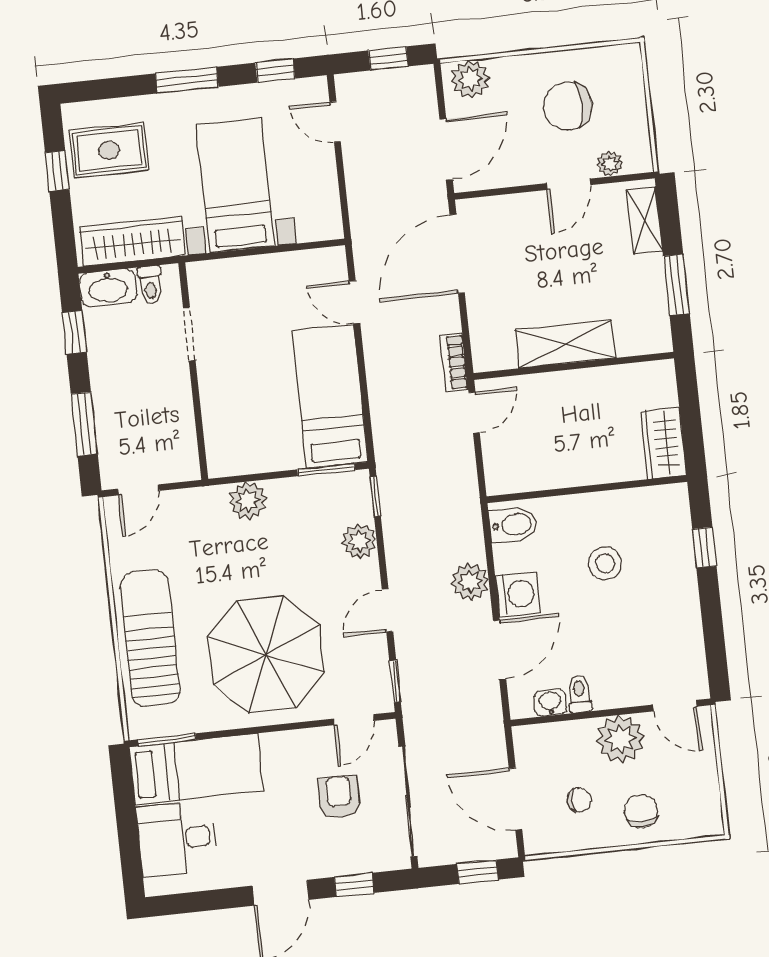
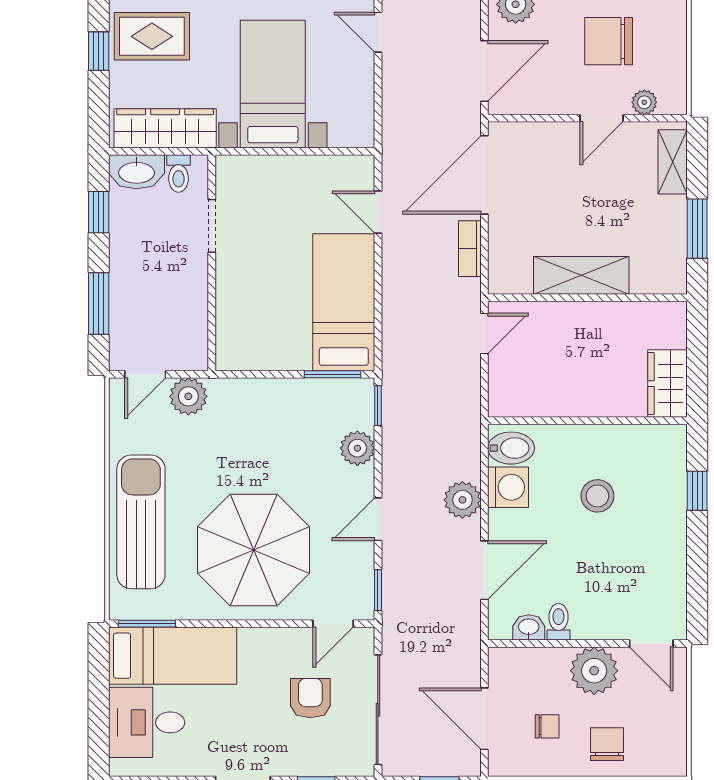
bookcase: (454, 362) -> (470, 249), moved
plant: (248, 501) -> (188, 396), moved
washing machine: (518, 594) -> (508, 487), moved

